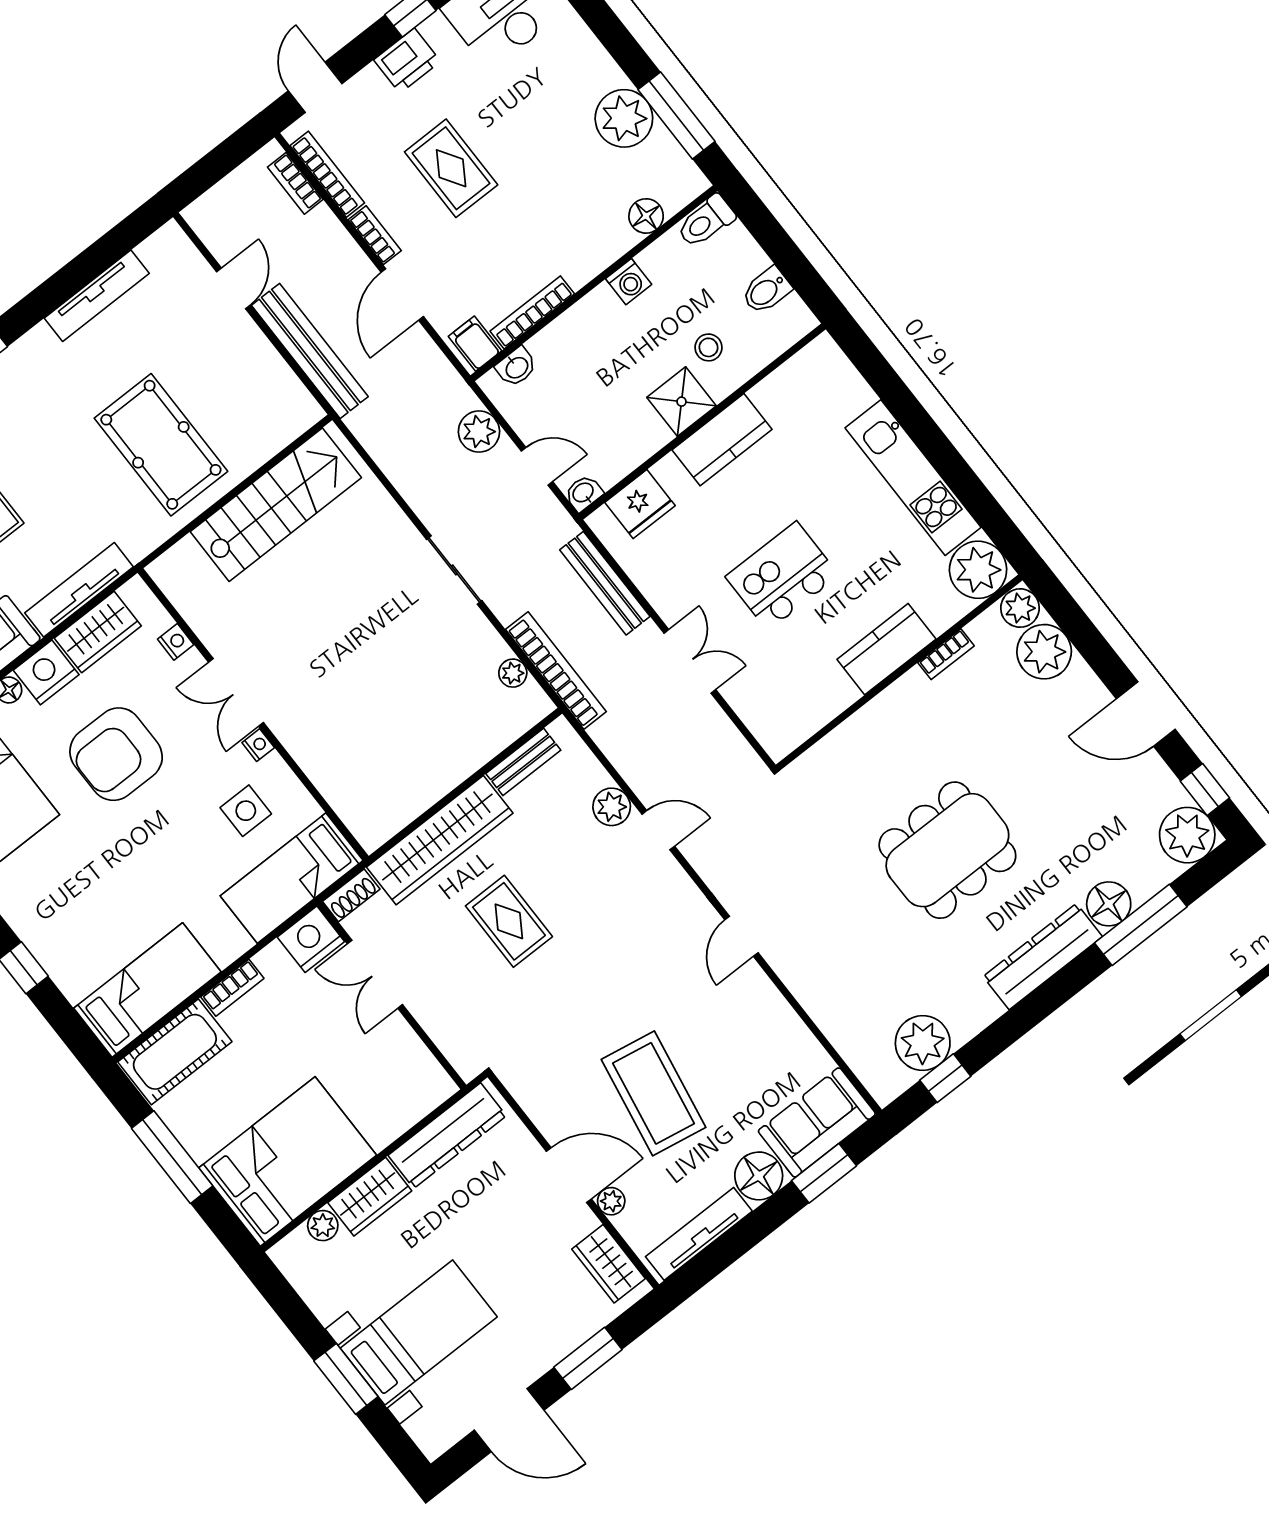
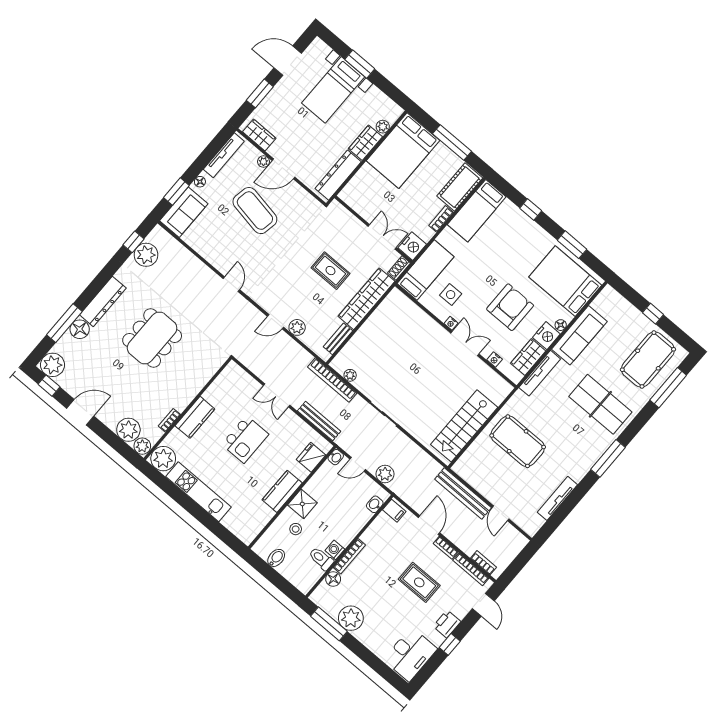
toilet: (706, 221) -> (321, 559), moved, turned -90
bookcase: (532, 312) -> (349, 556), moved
floor lamp: (759, 1176) -> (200, 182), width x0.53, depth x0.53

